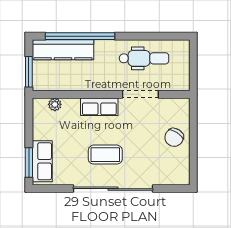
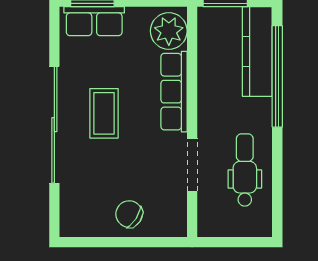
dental chair: (144, 58) -> (245, 170), turned 180
plant: (55, 104) -> (169, 31), width x1.87, depth x1.87
row of seats: (99, 107) -> (174, 92), width x1.48

